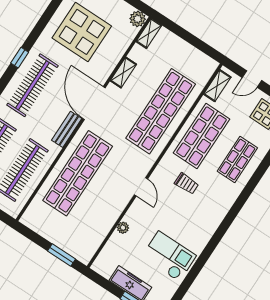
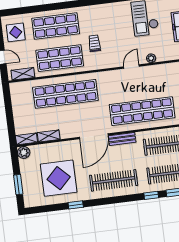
window: (20, 58) -> (76, 205), moved
shelving: (123, 72) -> (49, 136), moved
shop shelf: (237, 159) -> (56, 26), width x1.43, depth x1.36
door: (141, 187) -> (131, 66), moved

